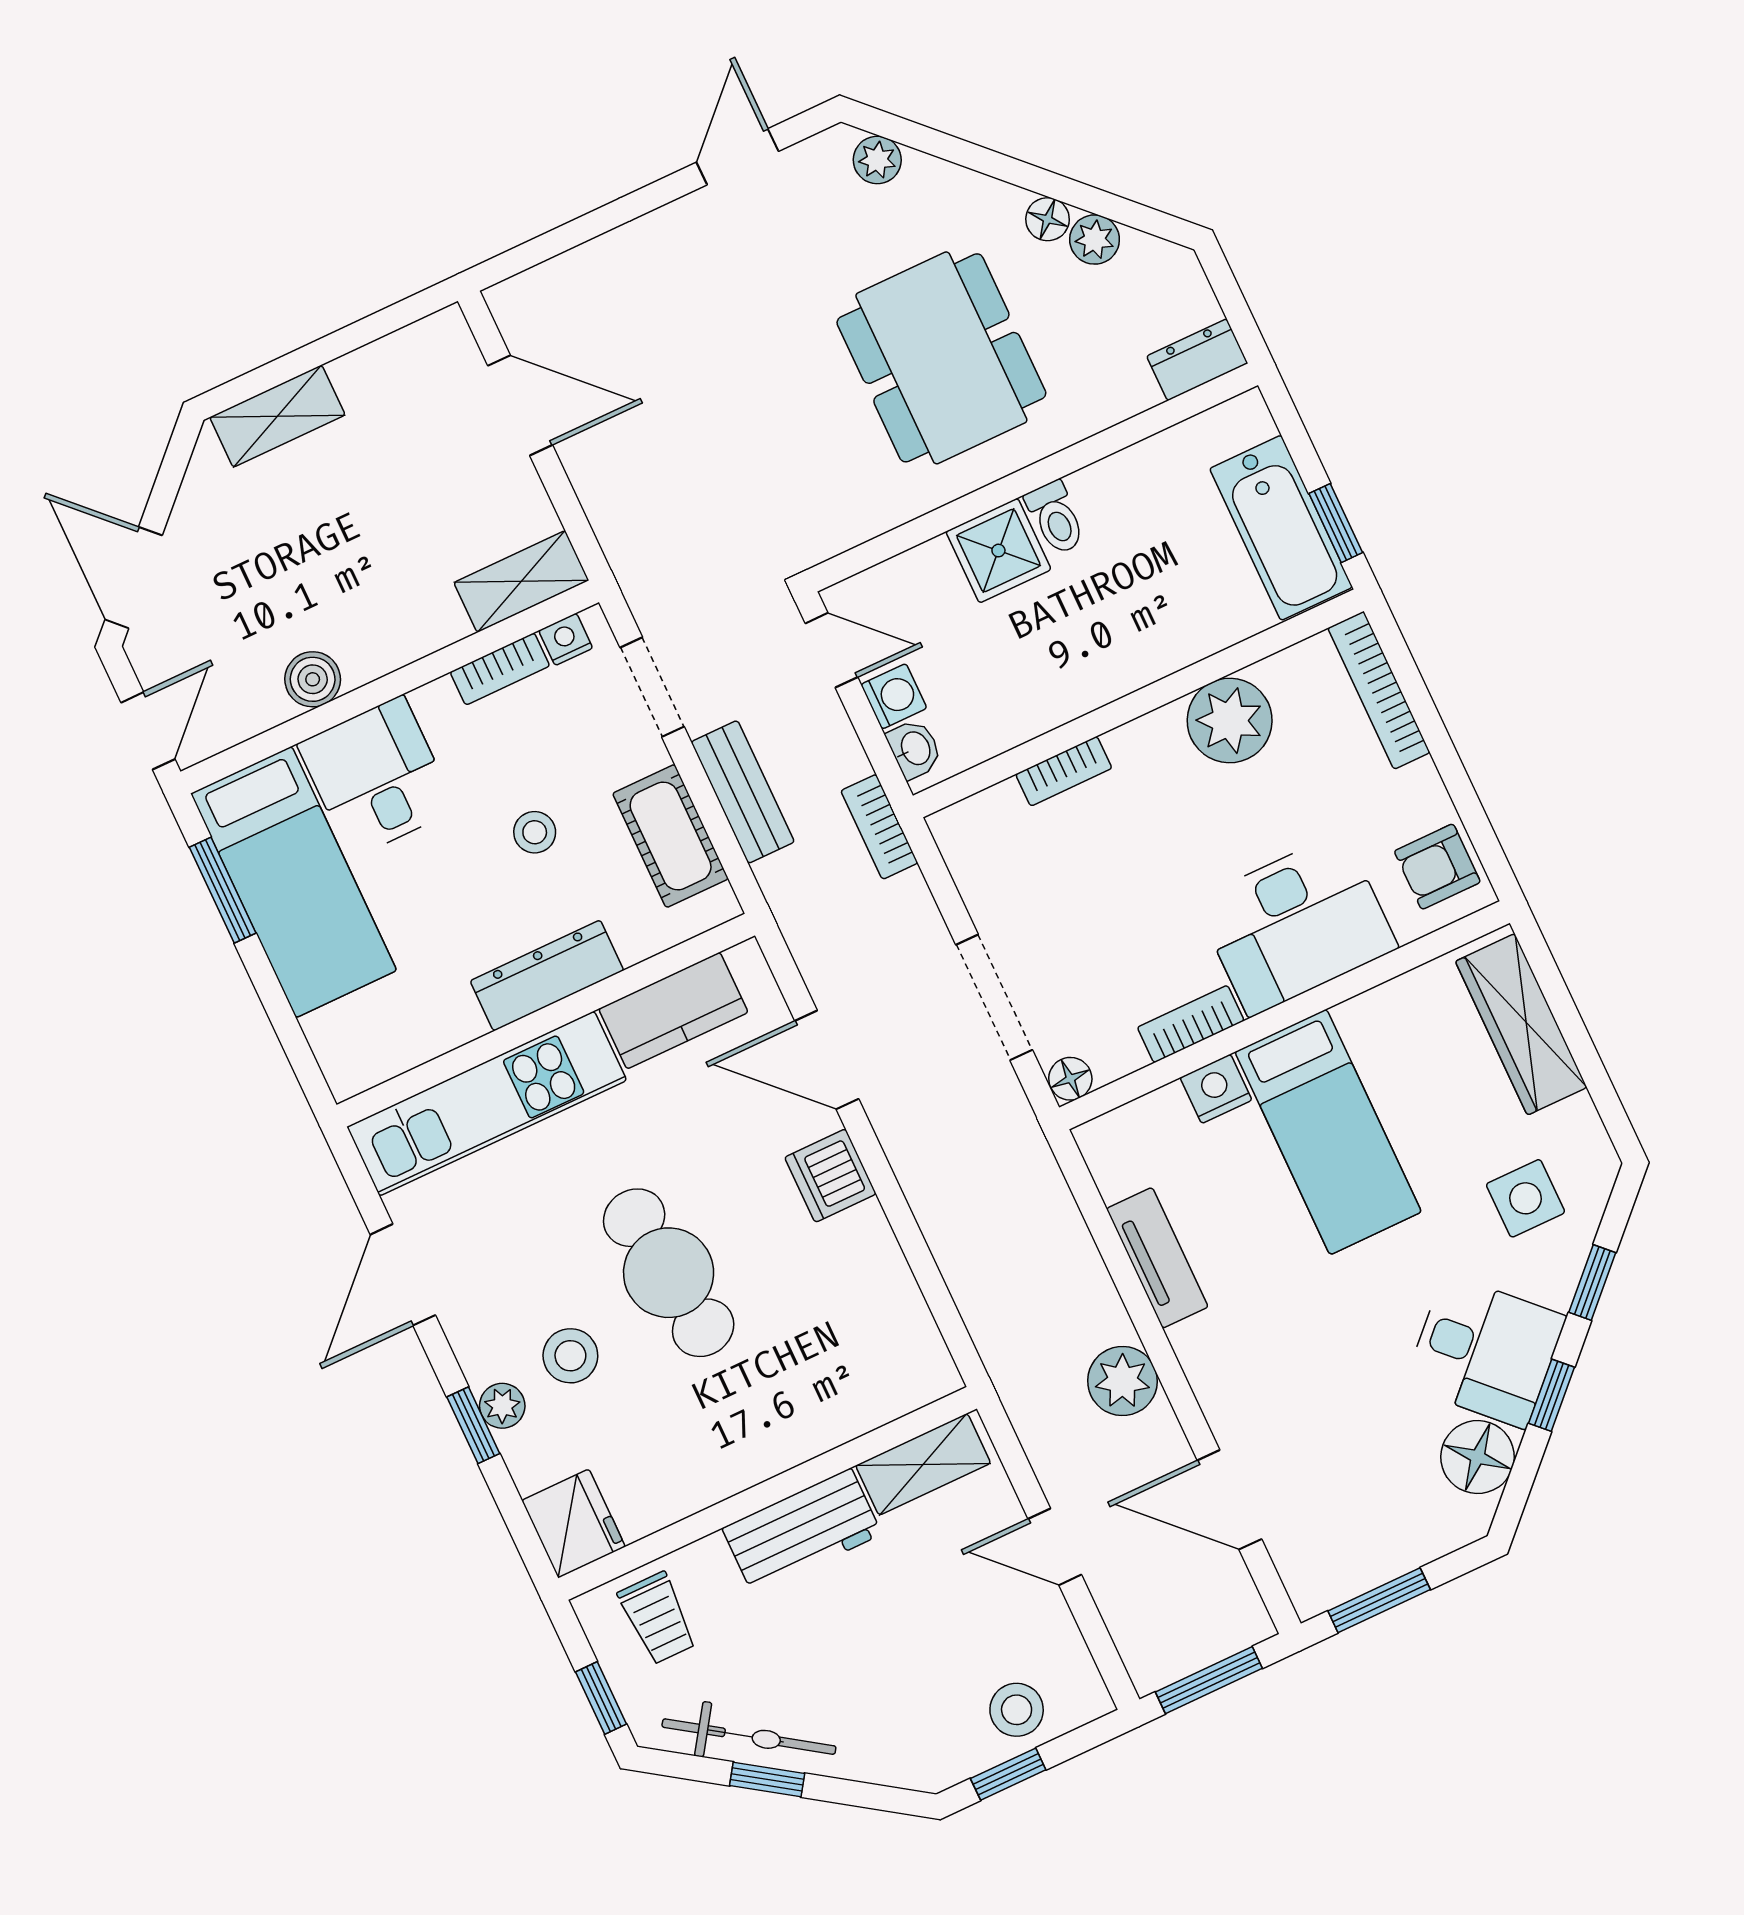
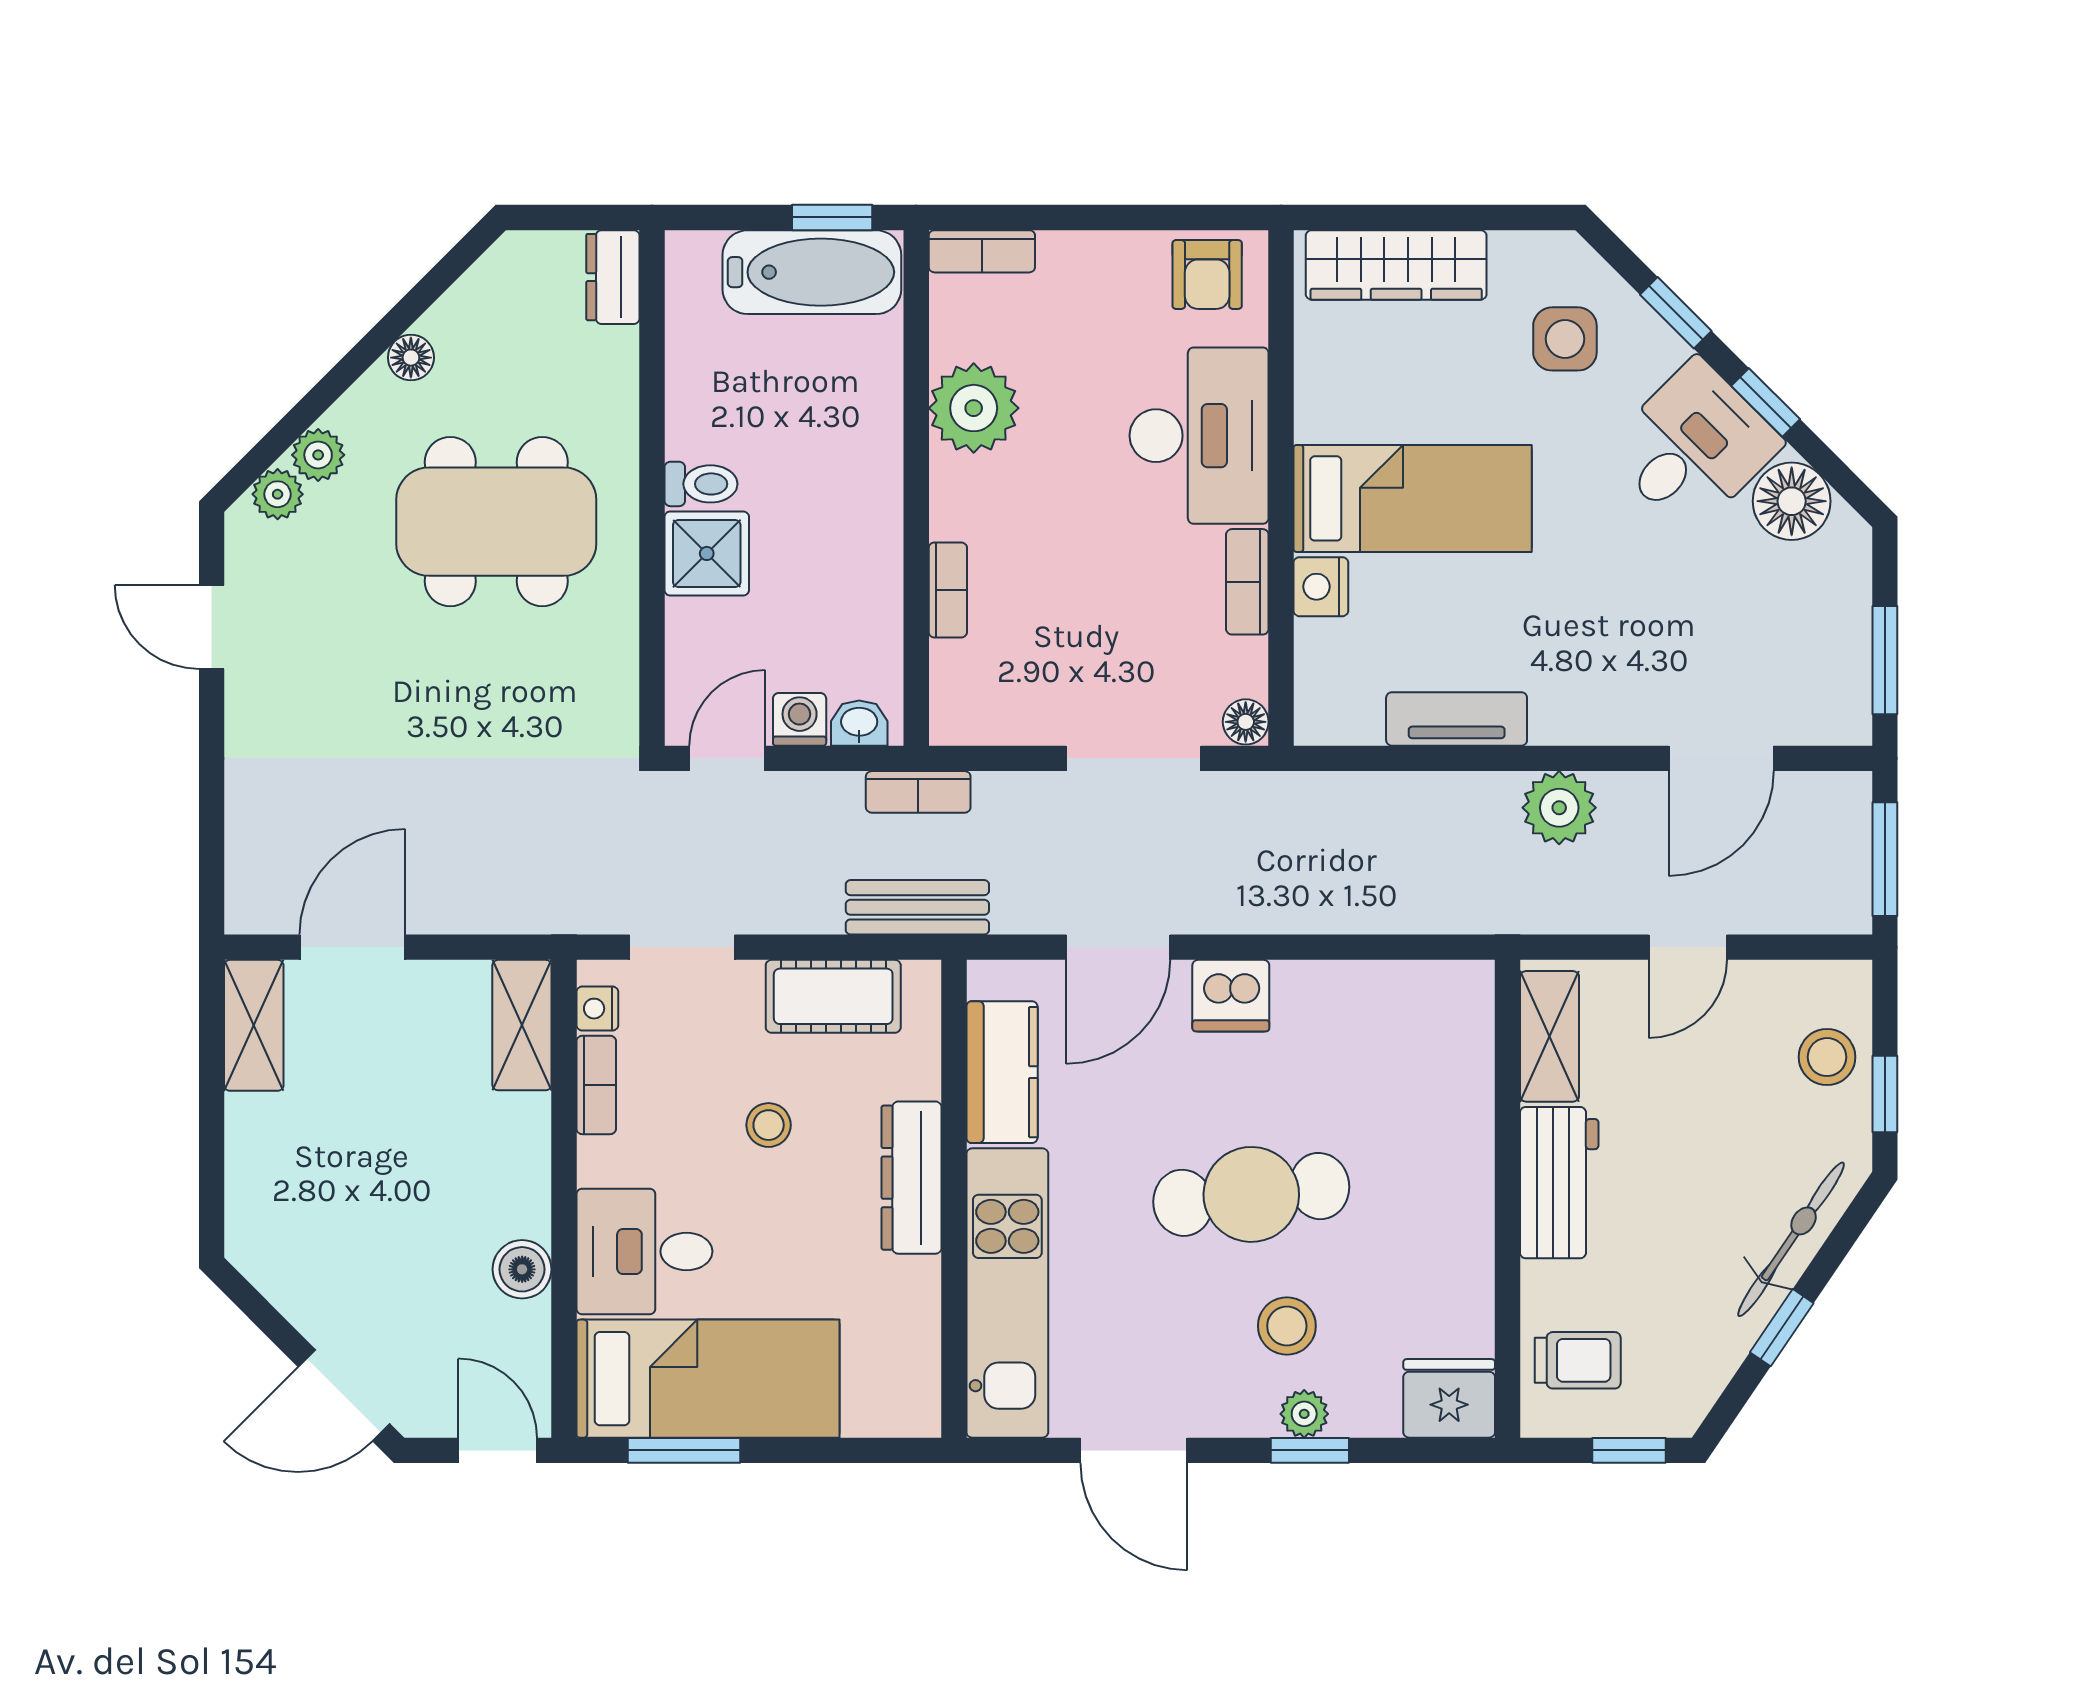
plant: (1095, 240) -> (318, 455), moved
shelving: (277, 416) -> (254, 1025), moved
bookcase: (1379, 690) -> (982, 251), width x0.64
bench: (743, 792) -> (917, 907), moved
bicycle: (749, 1737) -> (1791, 1239), moved

